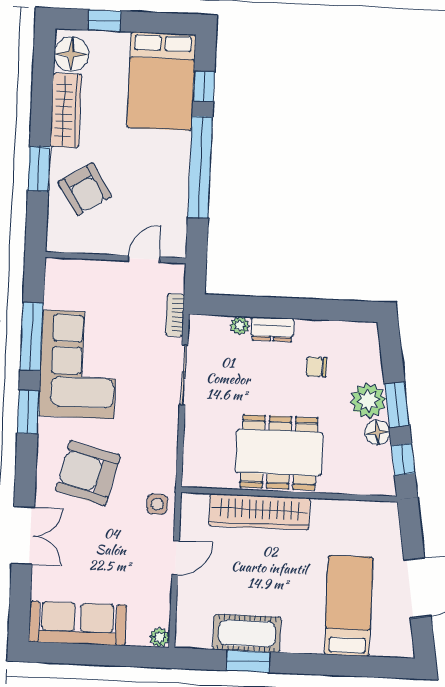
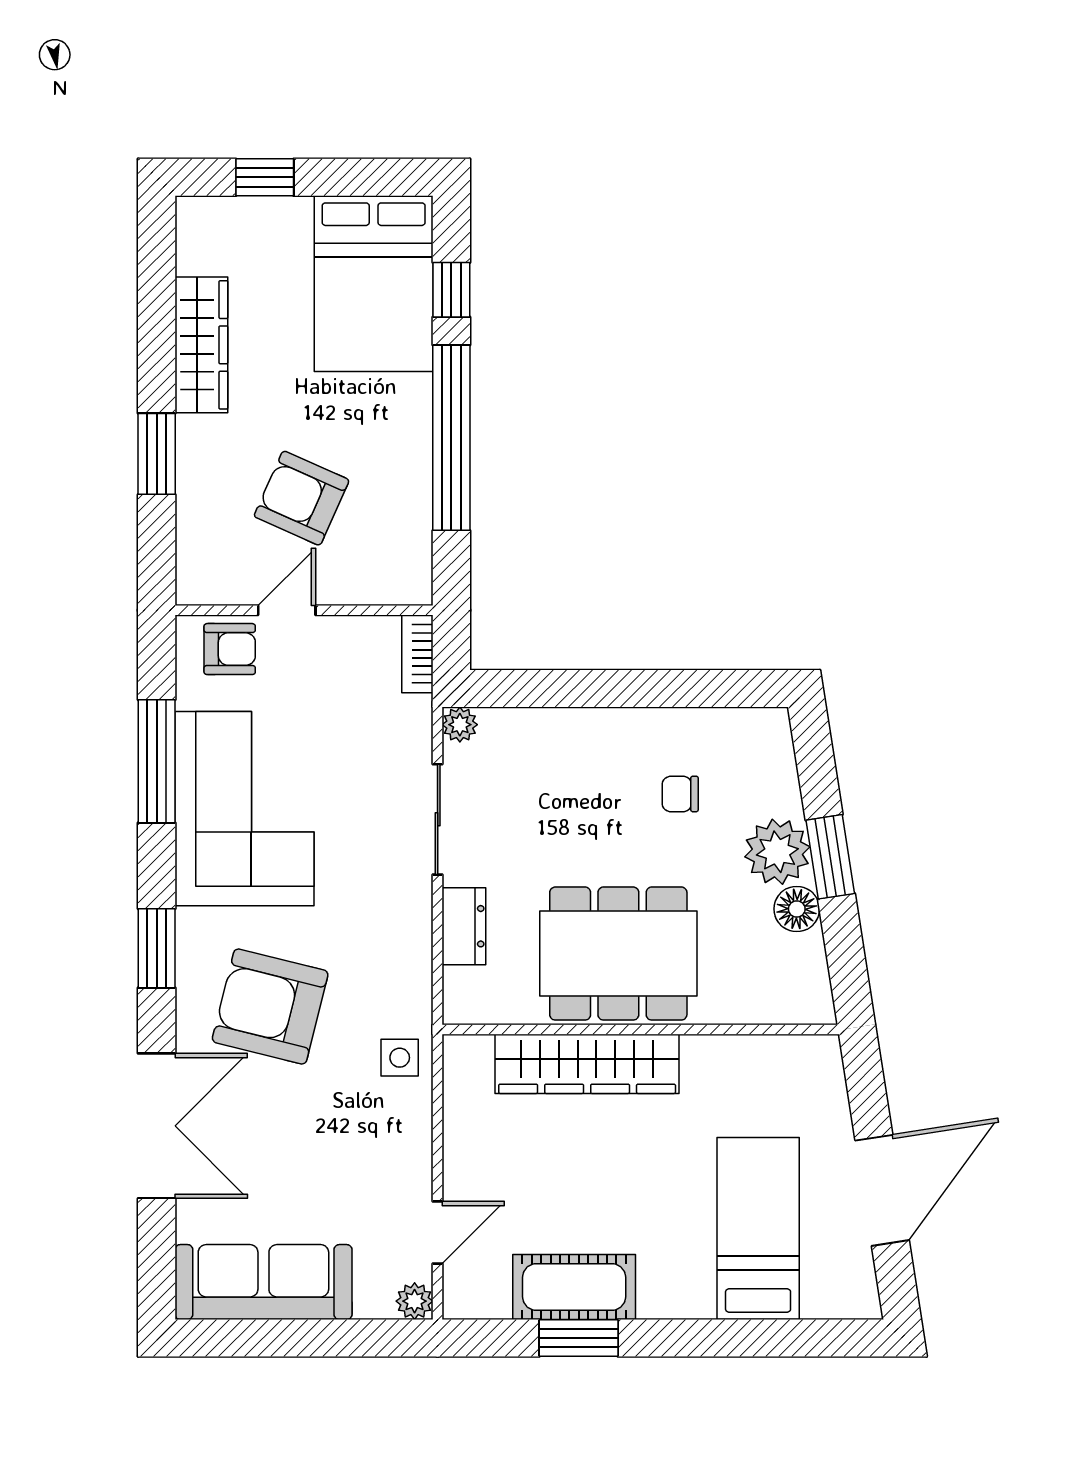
floor lamp: (71, 54) -> (207, 242), removed
armchair: (85, 189) -> (302, 498), moved, turned 146
door: (144, 259) -> (287, 610), moved
armchair: (74, 277) -> (230, 649), added
bookcase: (175, 315) -> (417, 654), moved
plant: (240, 326) -> (460, 725), moved
dresser: (272, 329) -> (464, 926), moved, turned -90
window: (28, 412) -> (157, 948), moved
window: (403, 459) -> (846, 956), removed
double door: (23, 535) -> (157, 1126), width x1.37
door: (176, 558) -> (438, 1233), moved

